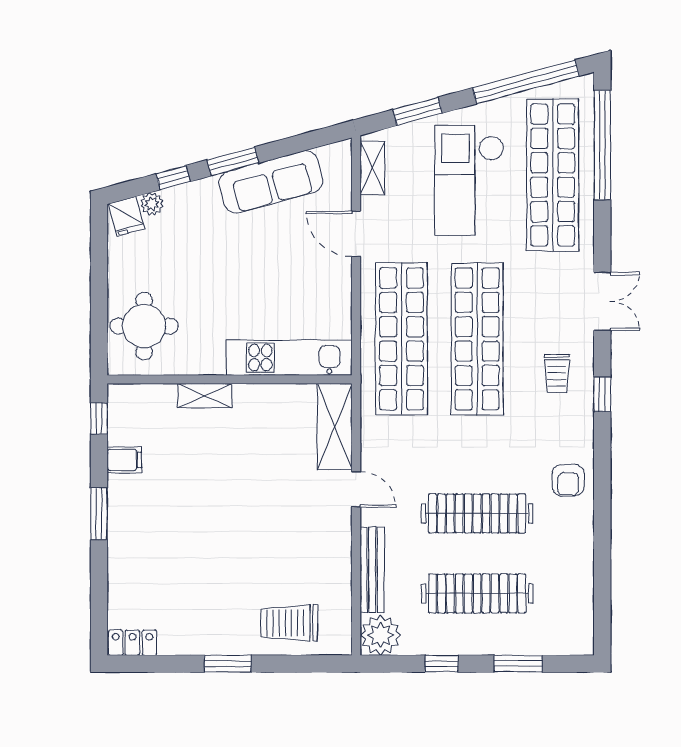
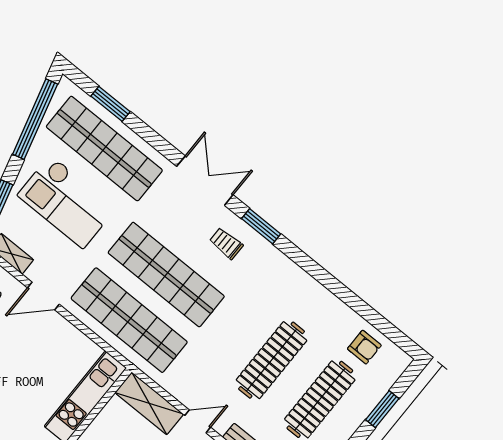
window: (602, 145) -> (111, 104), width x0.47
double door: (602, 301) -> (205, 181), width x1.37
trolley: (557, 373) -> (226, 243), turned 180
window: (602, 394) -> (261, 226), width x1.50
armchair: (568, 480) -> (364, 347), moved

